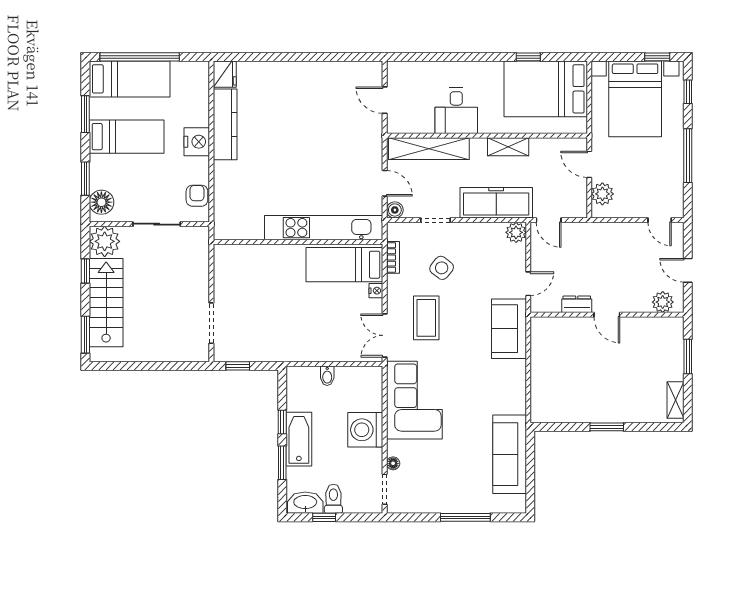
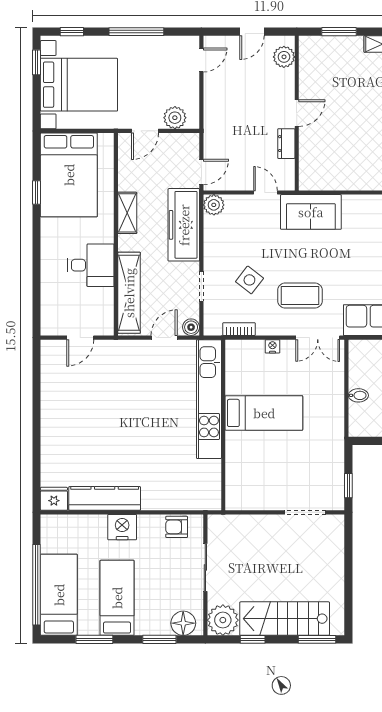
bed: (344, 265) -> (264, 413), moved, turned -90

